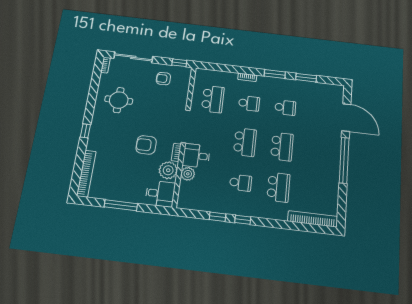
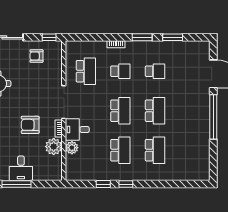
school desk: (241, 183) -> (120, 150), width x1.85
desk: (160, 194) -> (21, 168), moved, turned 90
bookcase: (313, 219) -> (188, 176), removed

